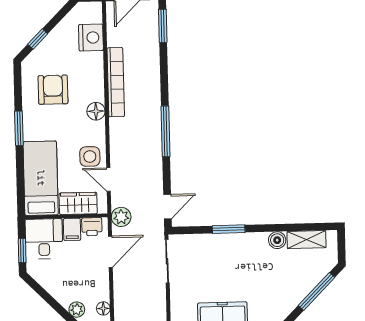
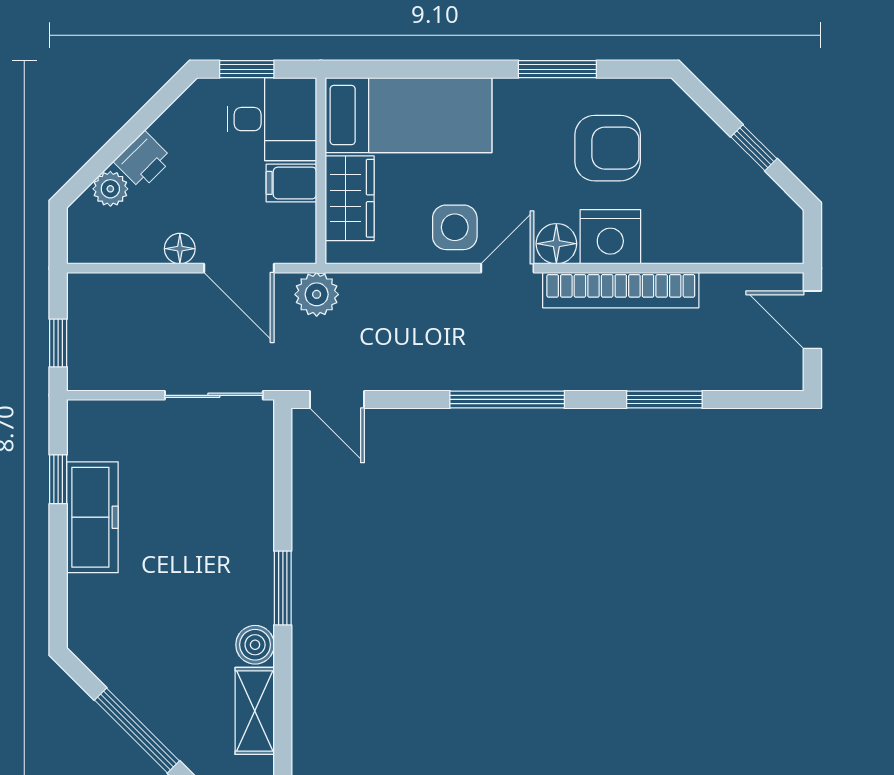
window: (163, 26) -> (664, 399), moved
nightstand: (91, 38) -> (610, 237), moved
window: (38, 39) -> (754, 148), moved
window: (19, 128) -> (557, 69), moved
door: (109, 179) -> (507, 268), moved
printer: (92, 227) -> (143, 160), moved, turned -135
window: (229, 229) -> (283, 588), moved
floor lamp: (103, 308) -> (180, 249), moved

